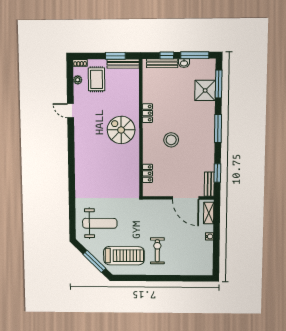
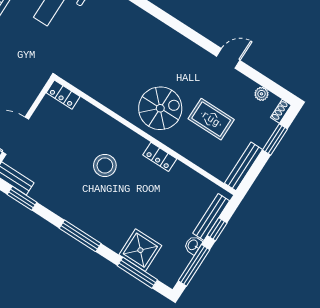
window: (115, 56) -> (275, 140), moved
rug: (96, 79) -> (211, 119), moved
locker: (147, 173) -> (63, 95), moved

